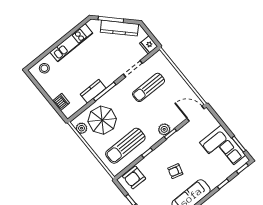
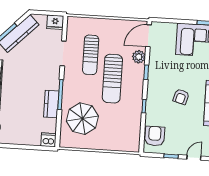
dishwasher: (61, 102) -> (49, 140), moved
plant: (82, 128) -> (73, 142), removed
plant: (164, 129) -> (139, 57), moved
sun lounger: (125, 146) -> (112, 79), moved
armchair: (134, 177) -> (155, 136), turned 180

